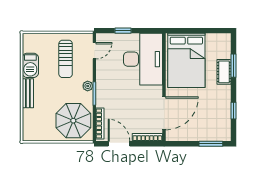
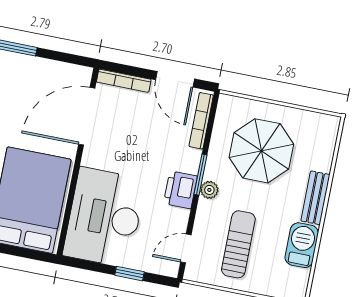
printer: (104, 83) -> (180, 190), added
parasol: (73, 121) -> (261, 151), moved

